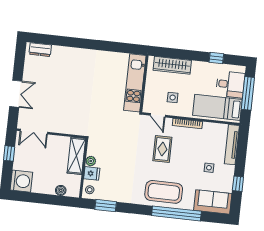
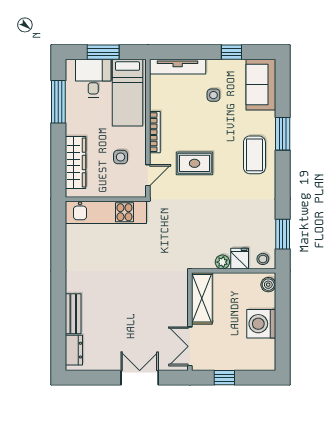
bench: (66, 52) -> (73, 314), added
window: (216, 58) -> (58, 102), width x2.17
window: (248, 93) -> (103, 52), width x0.69
double door: (34, 132) -> (190, 346), swing flipped
shelving: (76, 156) -> (202, 298), moved, turned 90
washing machine: (21, 181) -> (261, 324), moved, turned -90
boiler: (61, 190) -> (268, 285), moved
coffee table: (164, 192) -> (254, 155), width x0.73, depth x0.76
window: (176, 213) -> (283, 134), width x0.47

